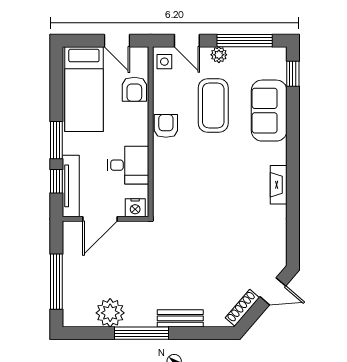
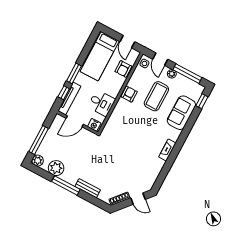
plant: (73, 317) -> (38, 161), added

